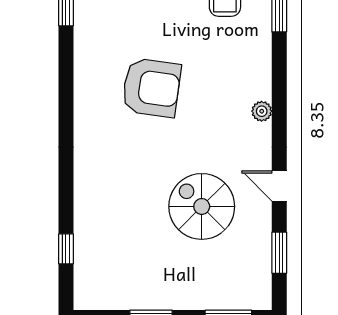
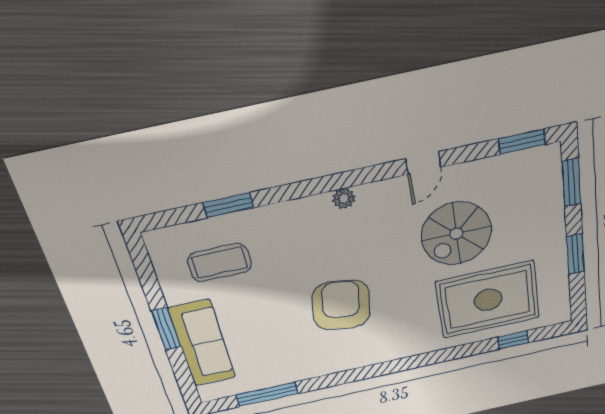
rug: (121, 228) -> (488, 300), added
window: (279, 253) -> (522, 142), moved

